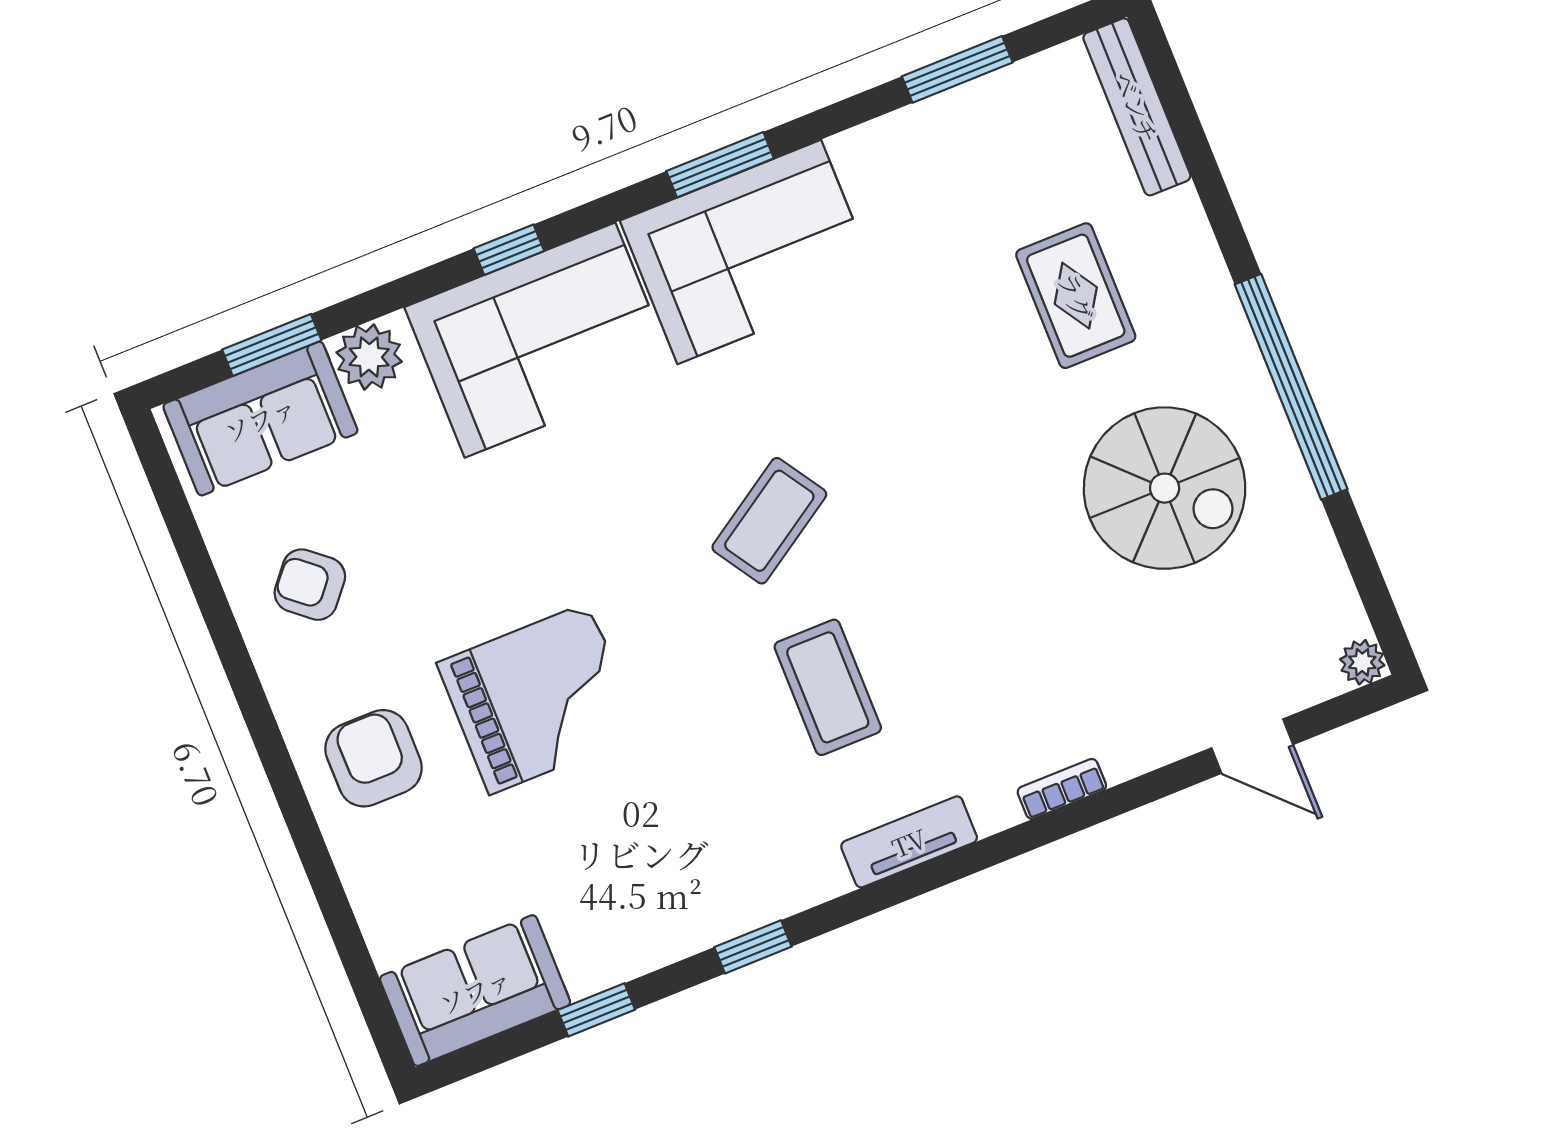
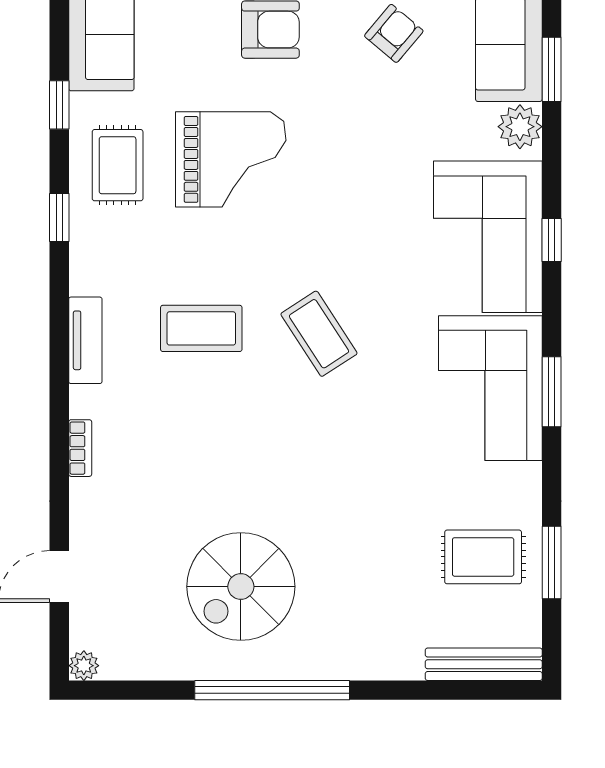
rug: (1076, 296) -> (483, 557), moved
grand piano: (539, 698) -> (231, 159), moved, turned -90
rug: (648, 895) -> (118, 165), added

